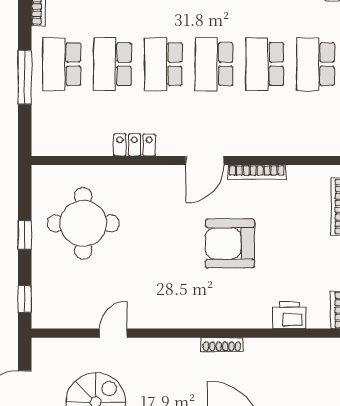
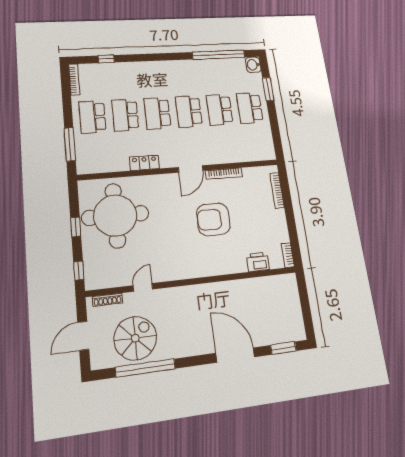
window: (25, 77) -> (70, 144), moved
round table: (83, 223) -> (115, 215), width x1.36, depth x1.36
shoe rack: (222, 345) -> (108, 300), moved

